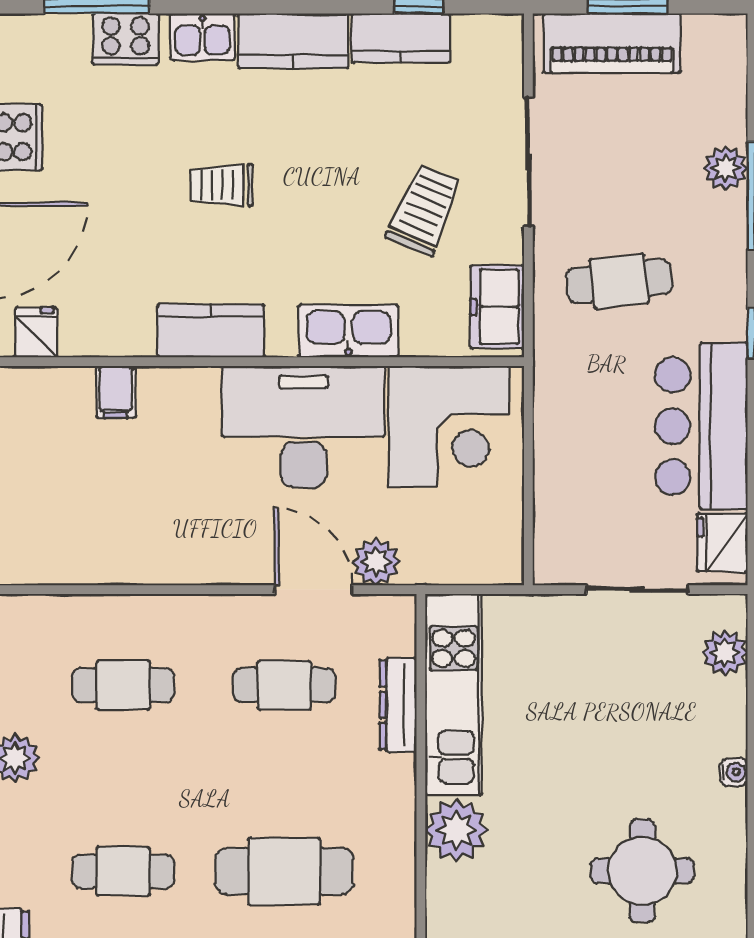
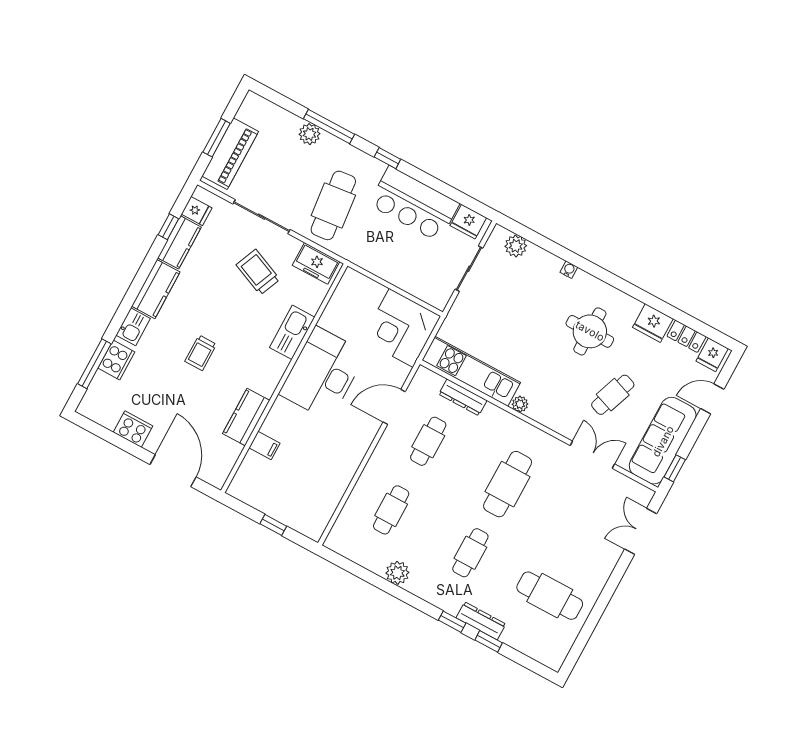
cafe table: (619, 281) -> (333, 205), width x1.37, depth x1.35
kitchen counter: (211, 331) -> (246, 417), moved
fridge: (36, 332) -> (197, 211), moved, turned 180
corner desk: (449, 427) -> (401, 328), moved, turned 180
plant: (376, 562) -> (397, 374), removed
plant: (457, 830) -> (520, 404), width x0.53, depth x0.53

